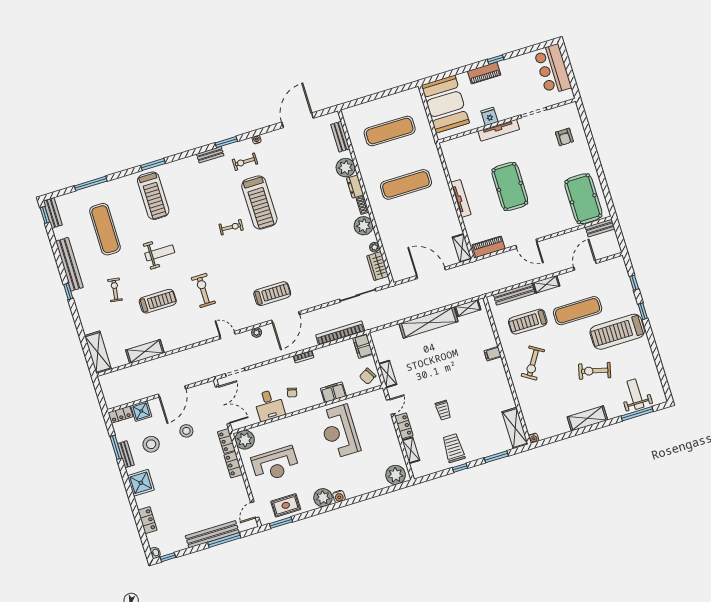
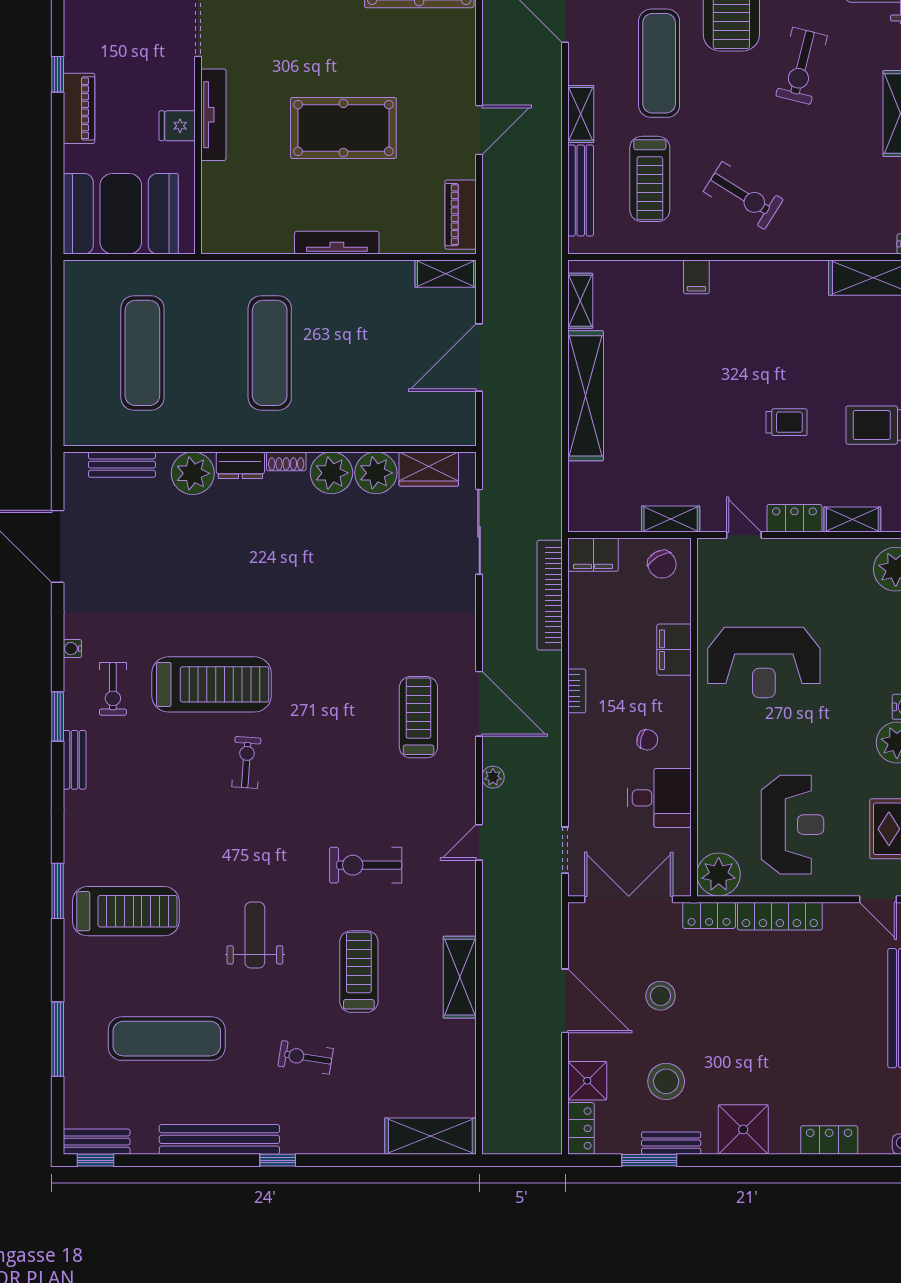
plant: (375, 247) -> (376, 473), width x1.88, depth x1.88
shelving: (145, 351) -> (460, 977), moved
locker: (233, 465) -> (780, 916), width x1.53

